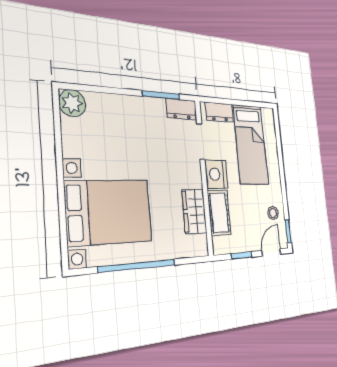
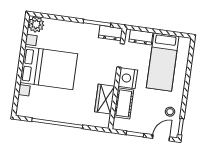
bed with nightstands: (109, 212) -> (49, 68), moved

